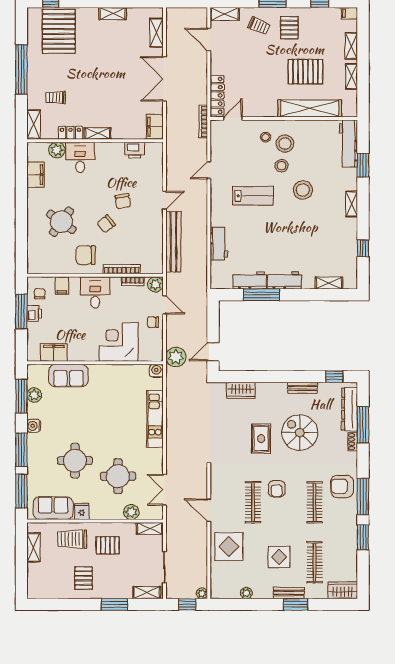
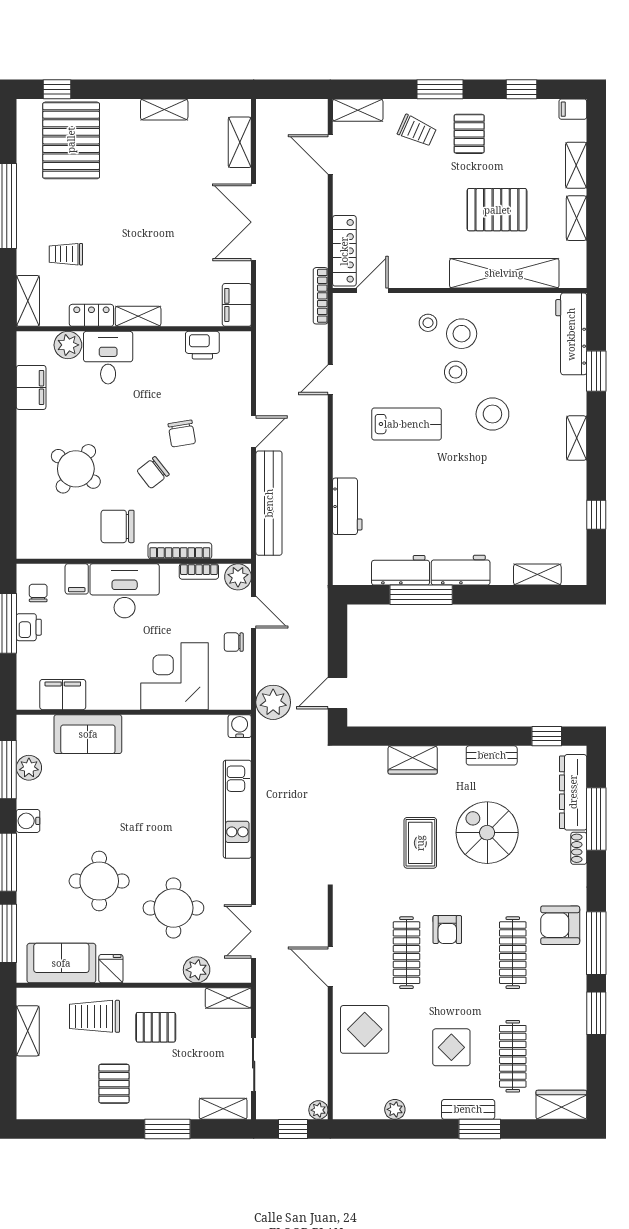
desk: (95, 292) -> (125, 591), width x1.37
wardrobe: (241, 390) -> (413, 760), moved

